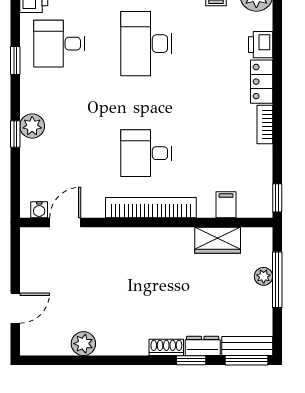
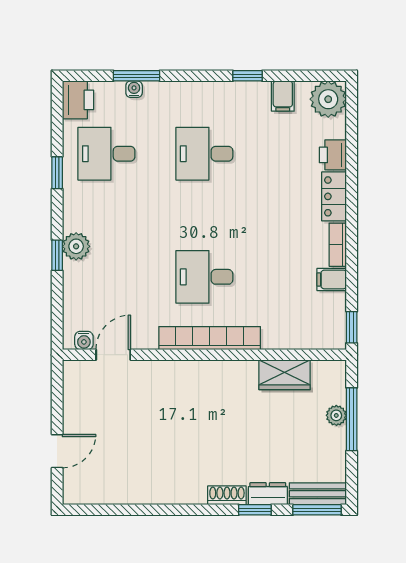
desk: (146, 44) -> (204, 154), width x0.73
filing cabinet: (226, 205) -> (332, 279), moved, turned -90
plant: (83, 344) -> (134, 491), removed

